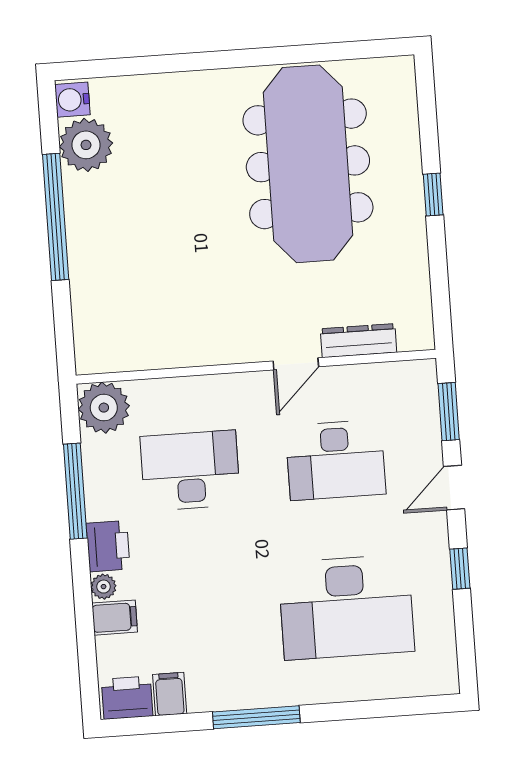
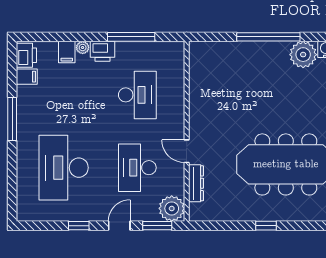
plant: (104, 408) -> (172, 208), moved
door: (454, 488) -> (119, 226), hinge flipped

